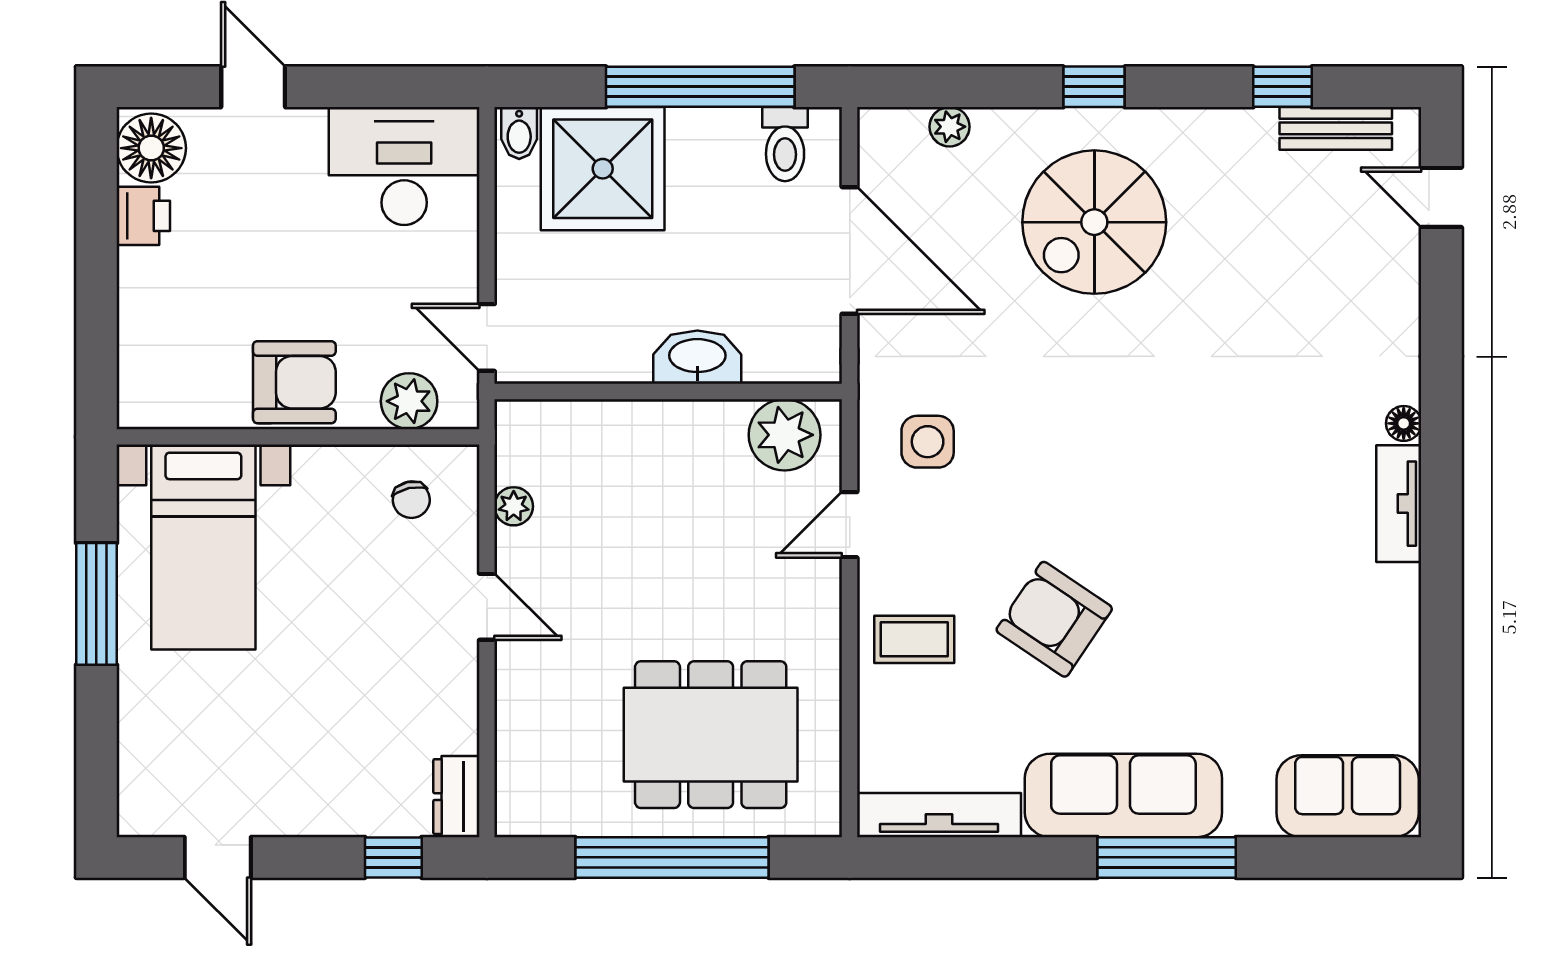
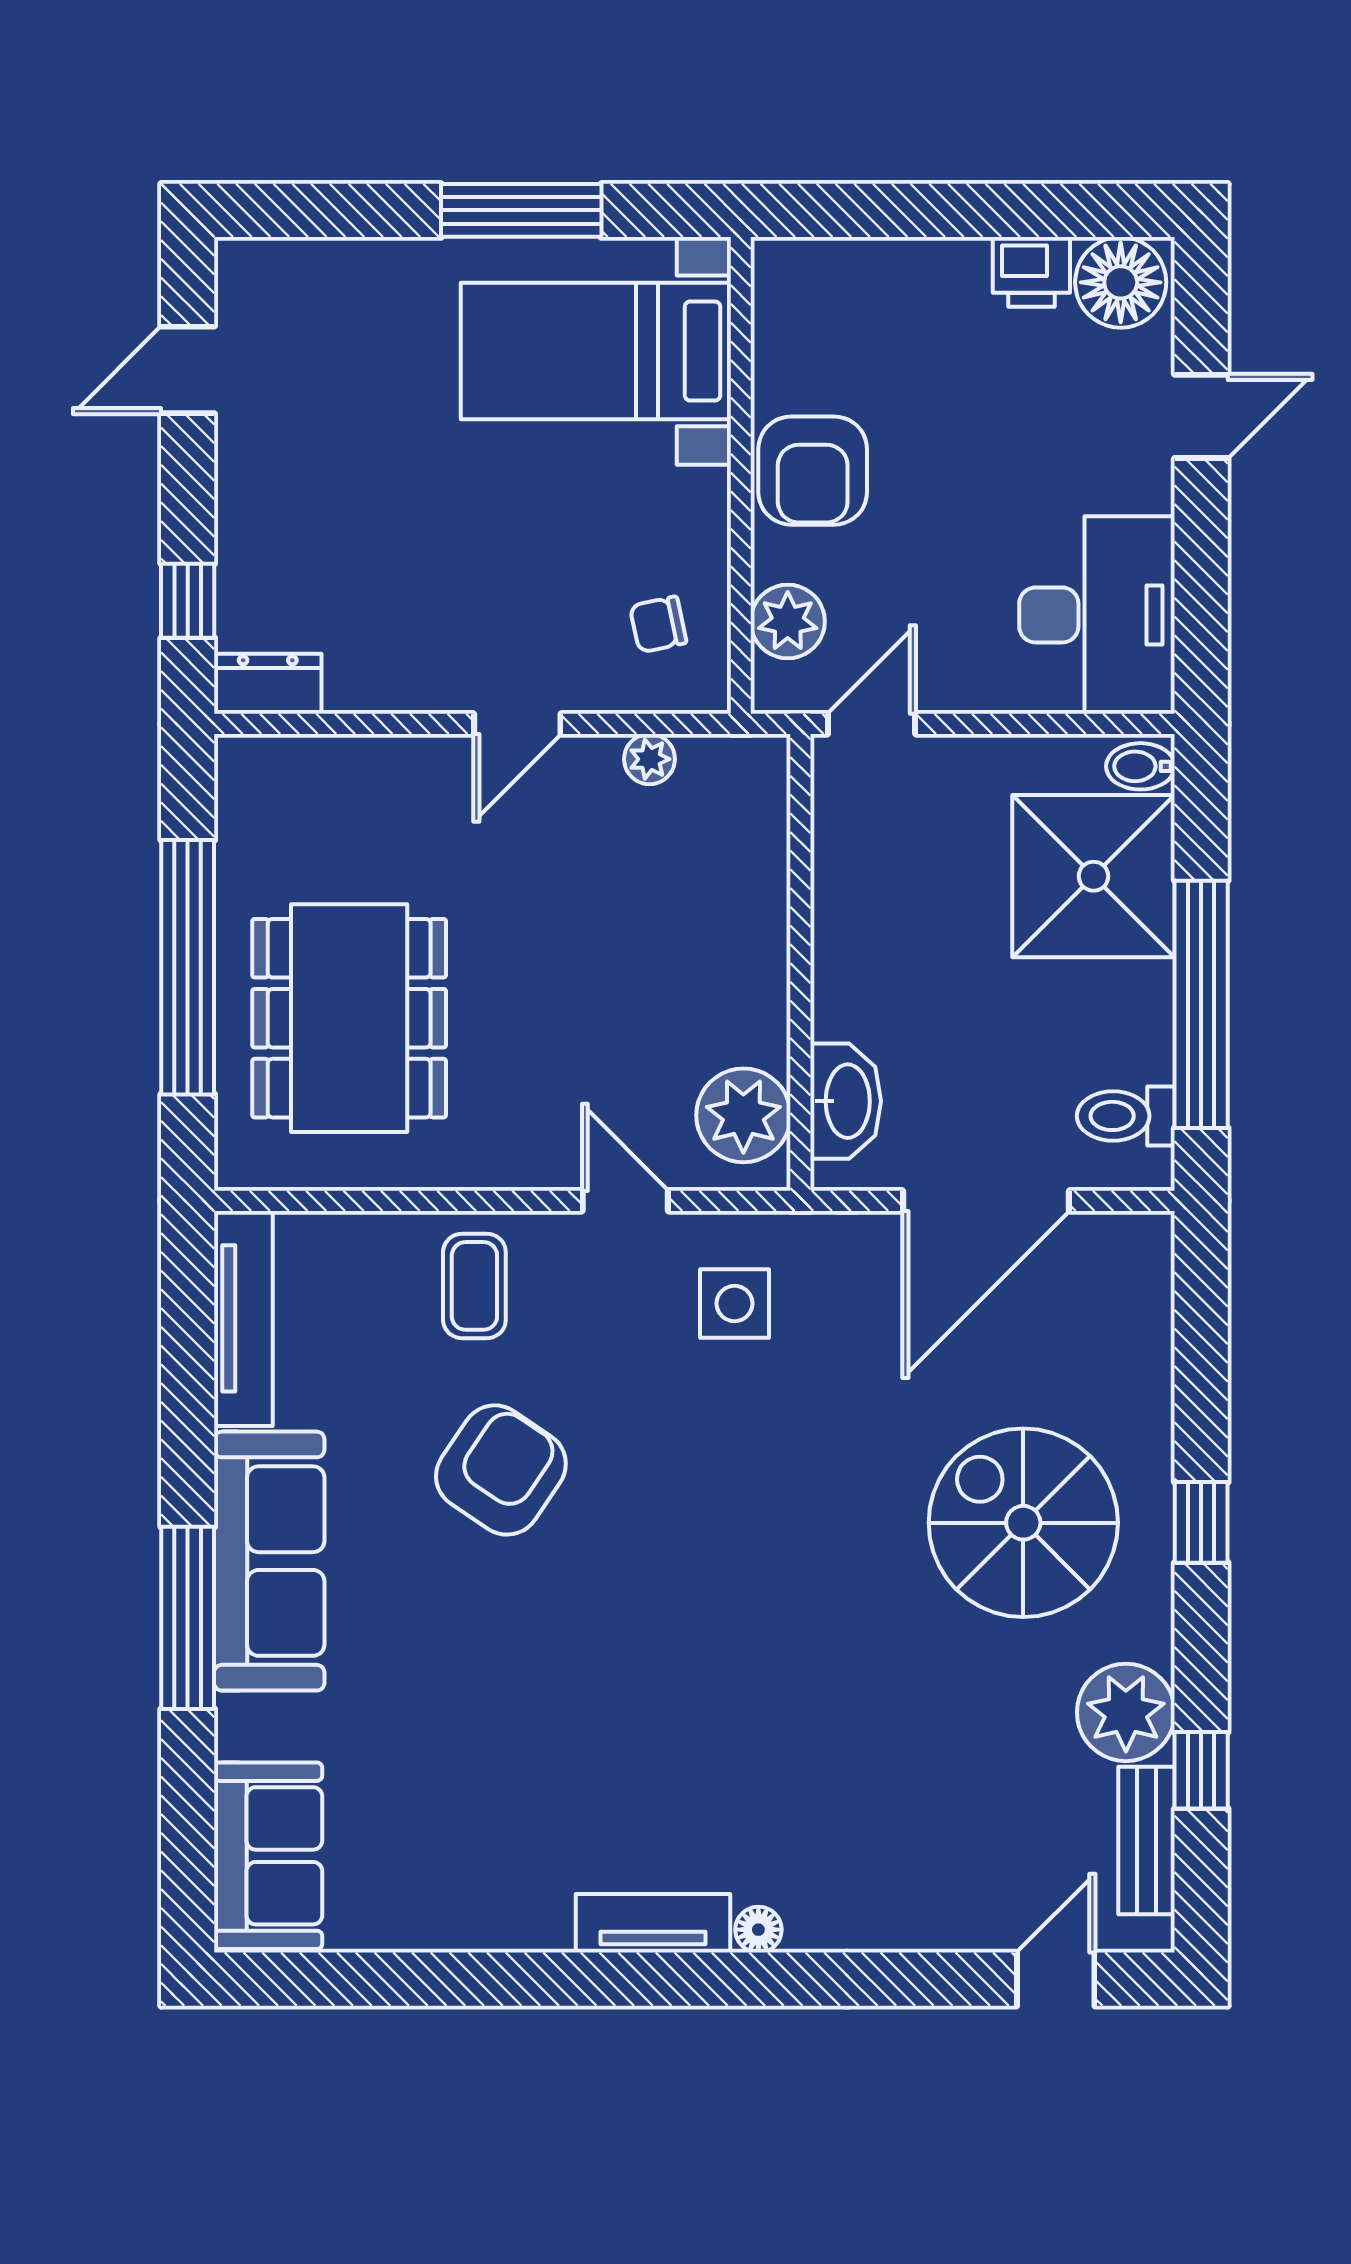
plant: (950, 127) -> (1126, 1712), moved, width x1.87, depth x1.87
washbasin: (697, 357) -> (846, 1101), moved

